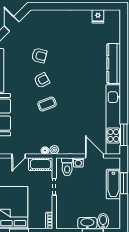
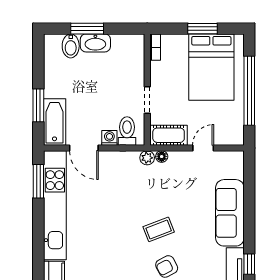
bathtub: (113, 184) -> (55, 122), moved

